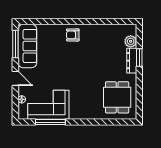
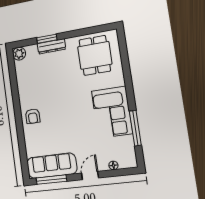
plant: (131, 41) -> (19, 54), moved
dining table: (117, 97) -> (95, 55), turned 90
corner sofa: (48, 105) -> (112, 112), moved

